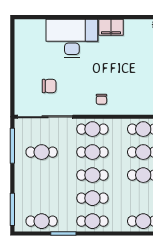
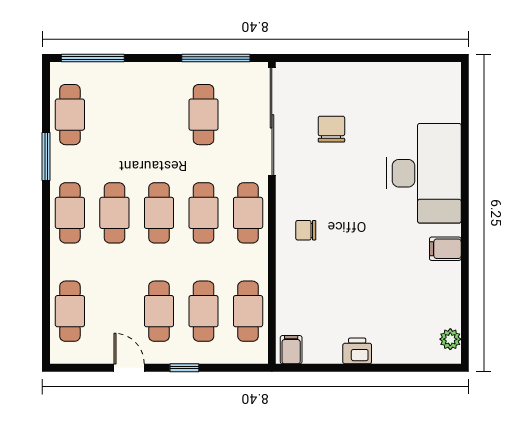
filing cabinet: (111, 27) -> (445, 249), width x0.50
chair: (49, 86) -> (331, 129), turned 180

